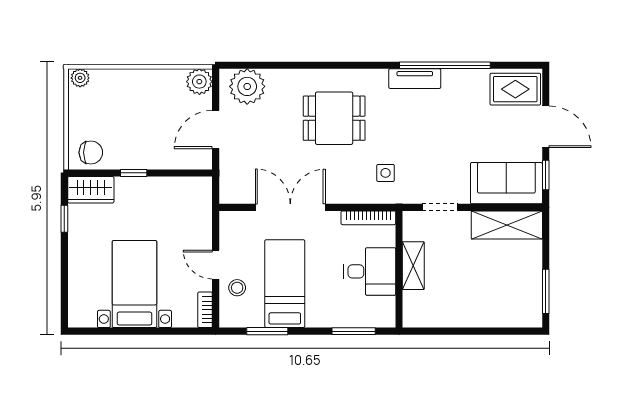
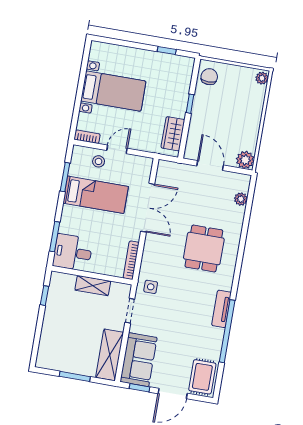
plant: (247, 86) -> (241, 199), width x0.53, depth x0.53
chair: (91, 152) -> (209, 77), turned 180
side table: (386, 173) -> (151, 287), moved
wardrobe: (91, 190) -> (173, 134), moved
desk: (370, 271) -> (73, 253), moved, turned 90
window: (546, 291) -> (75, 376), moved
window: (439, 331) -> (44, 296), added

